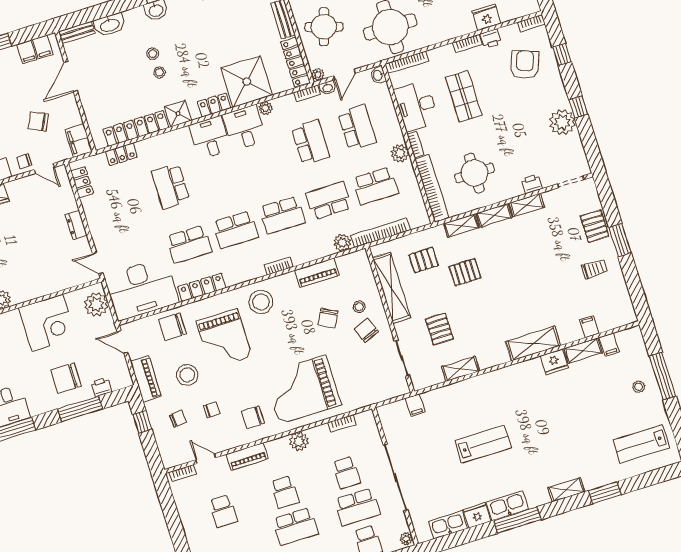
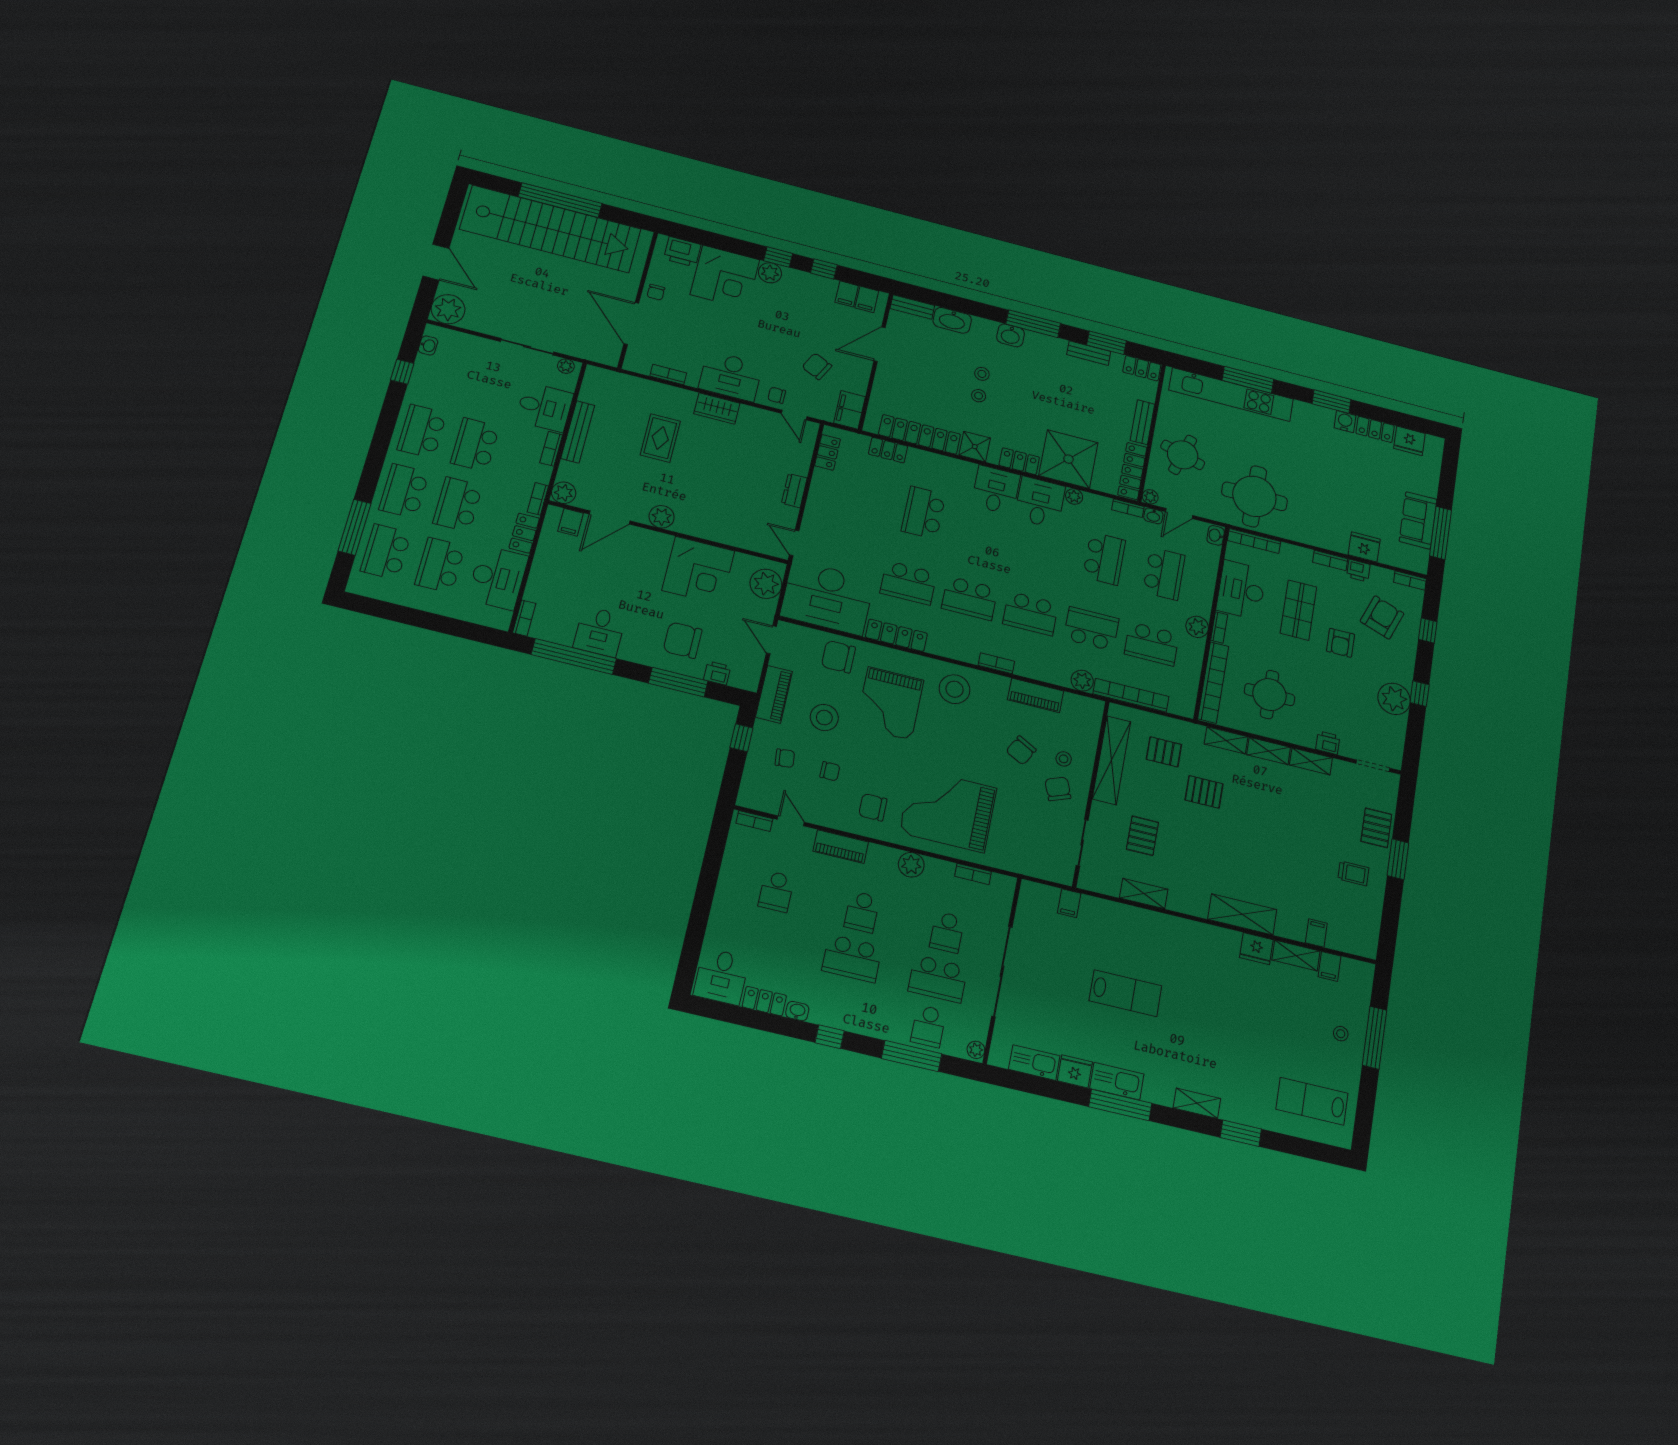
armchair: (505, 103) -> (1341, 643), added

